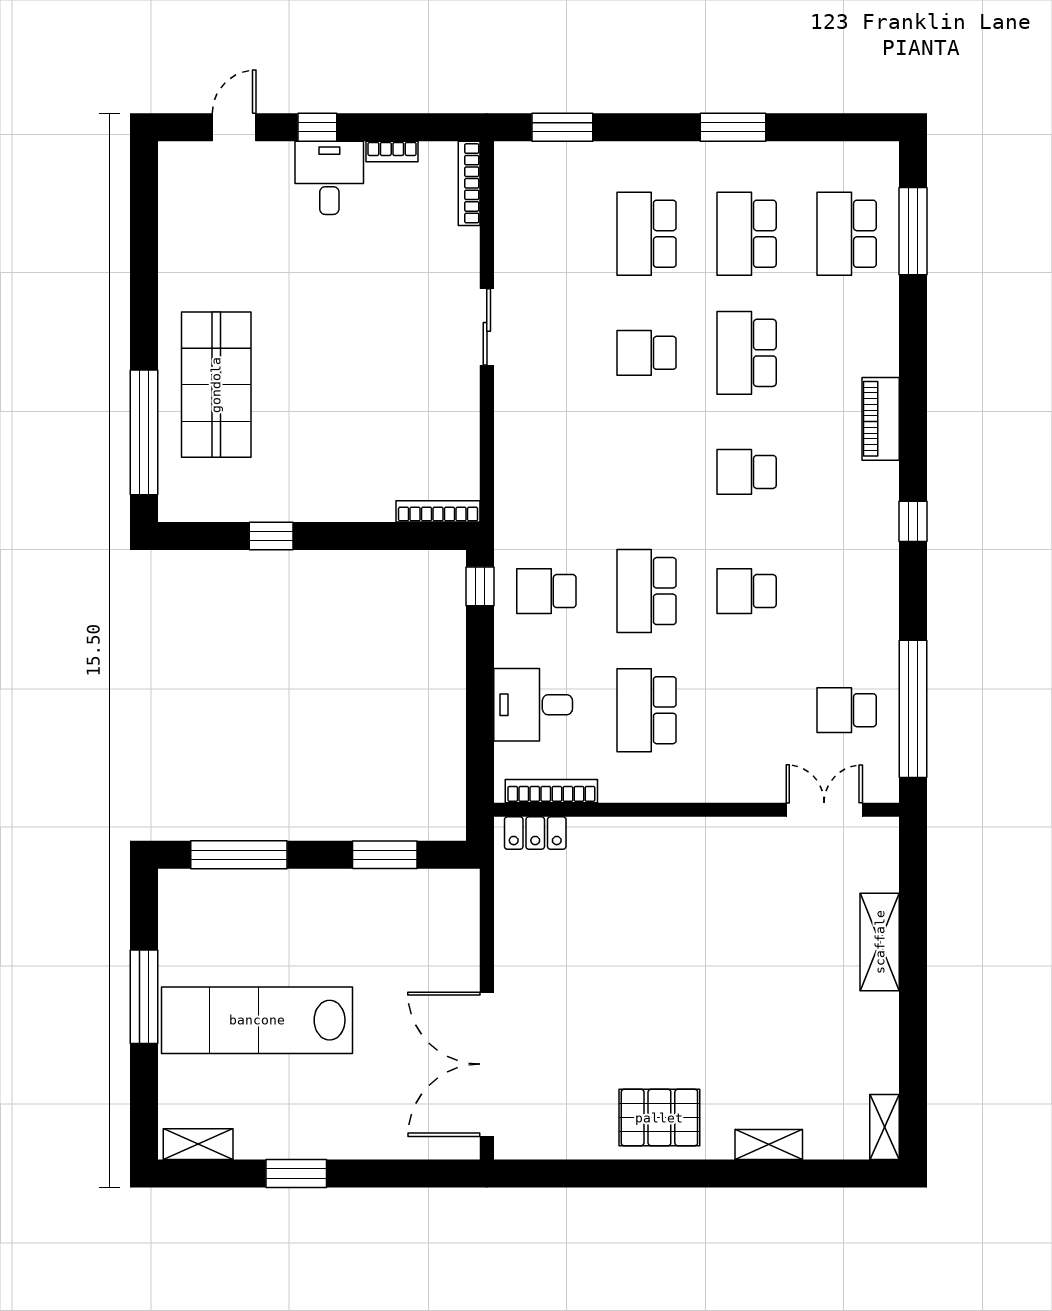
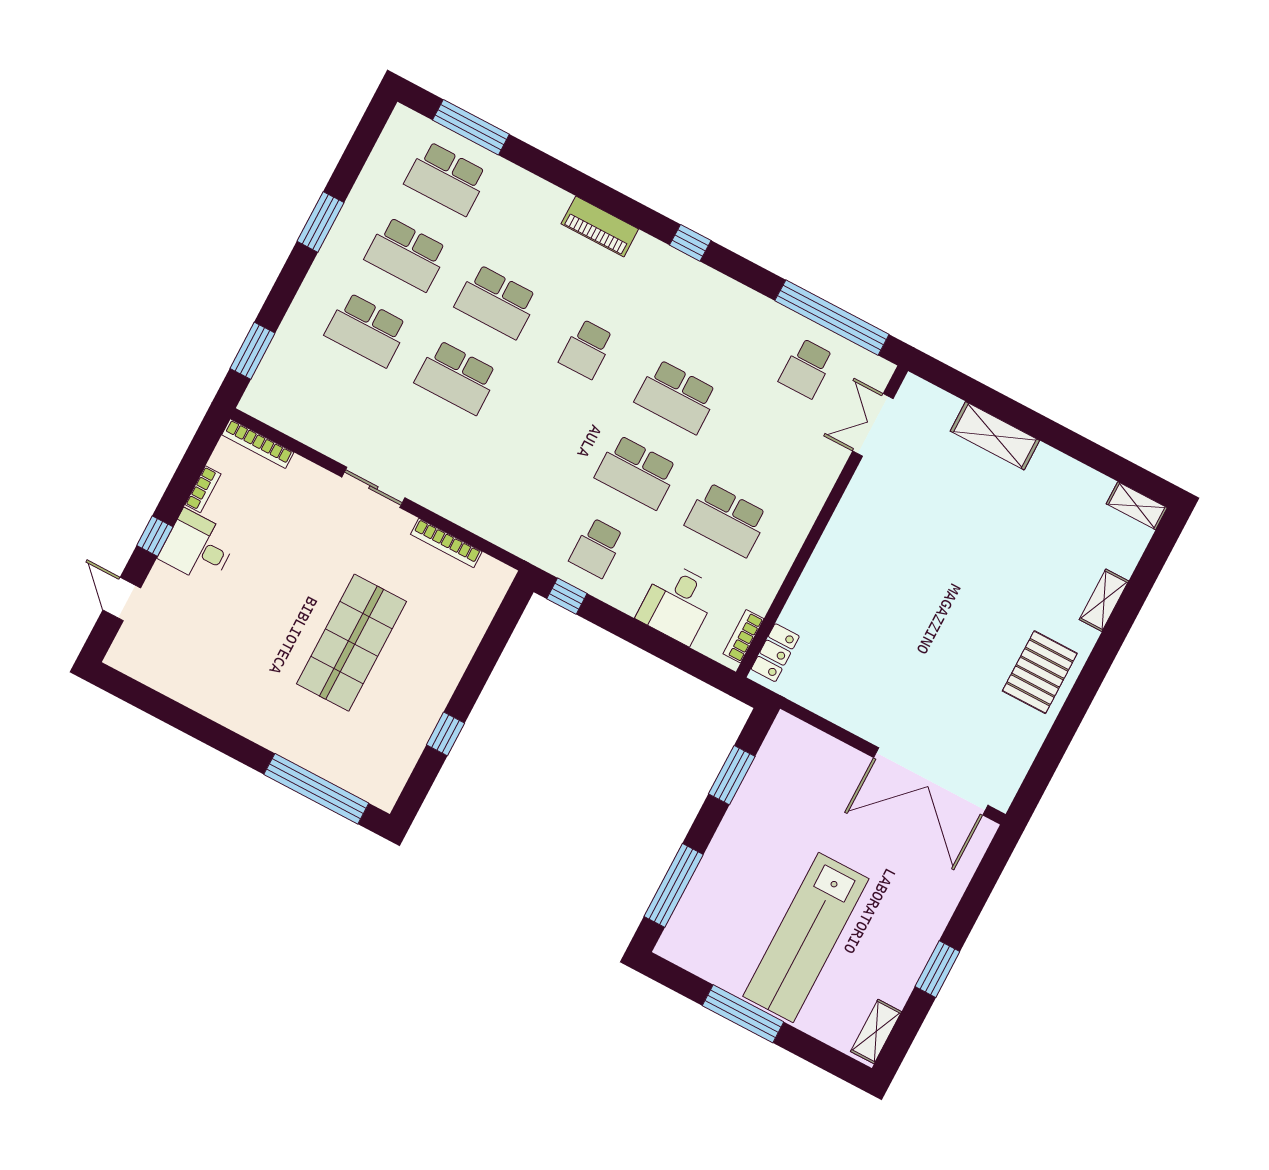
school desk: (646, 353) -> (457, 377), width x1.85
shop shelf: (216, 385) -> (352, 643), moved, turned 90
bookcase: (438, 511) -> (446, 543), moved, turned -90
school desk: (747, 591) -> (677, 396), width x1.85
bookcase: (551, 791) -> (743, 636), width x0.64

